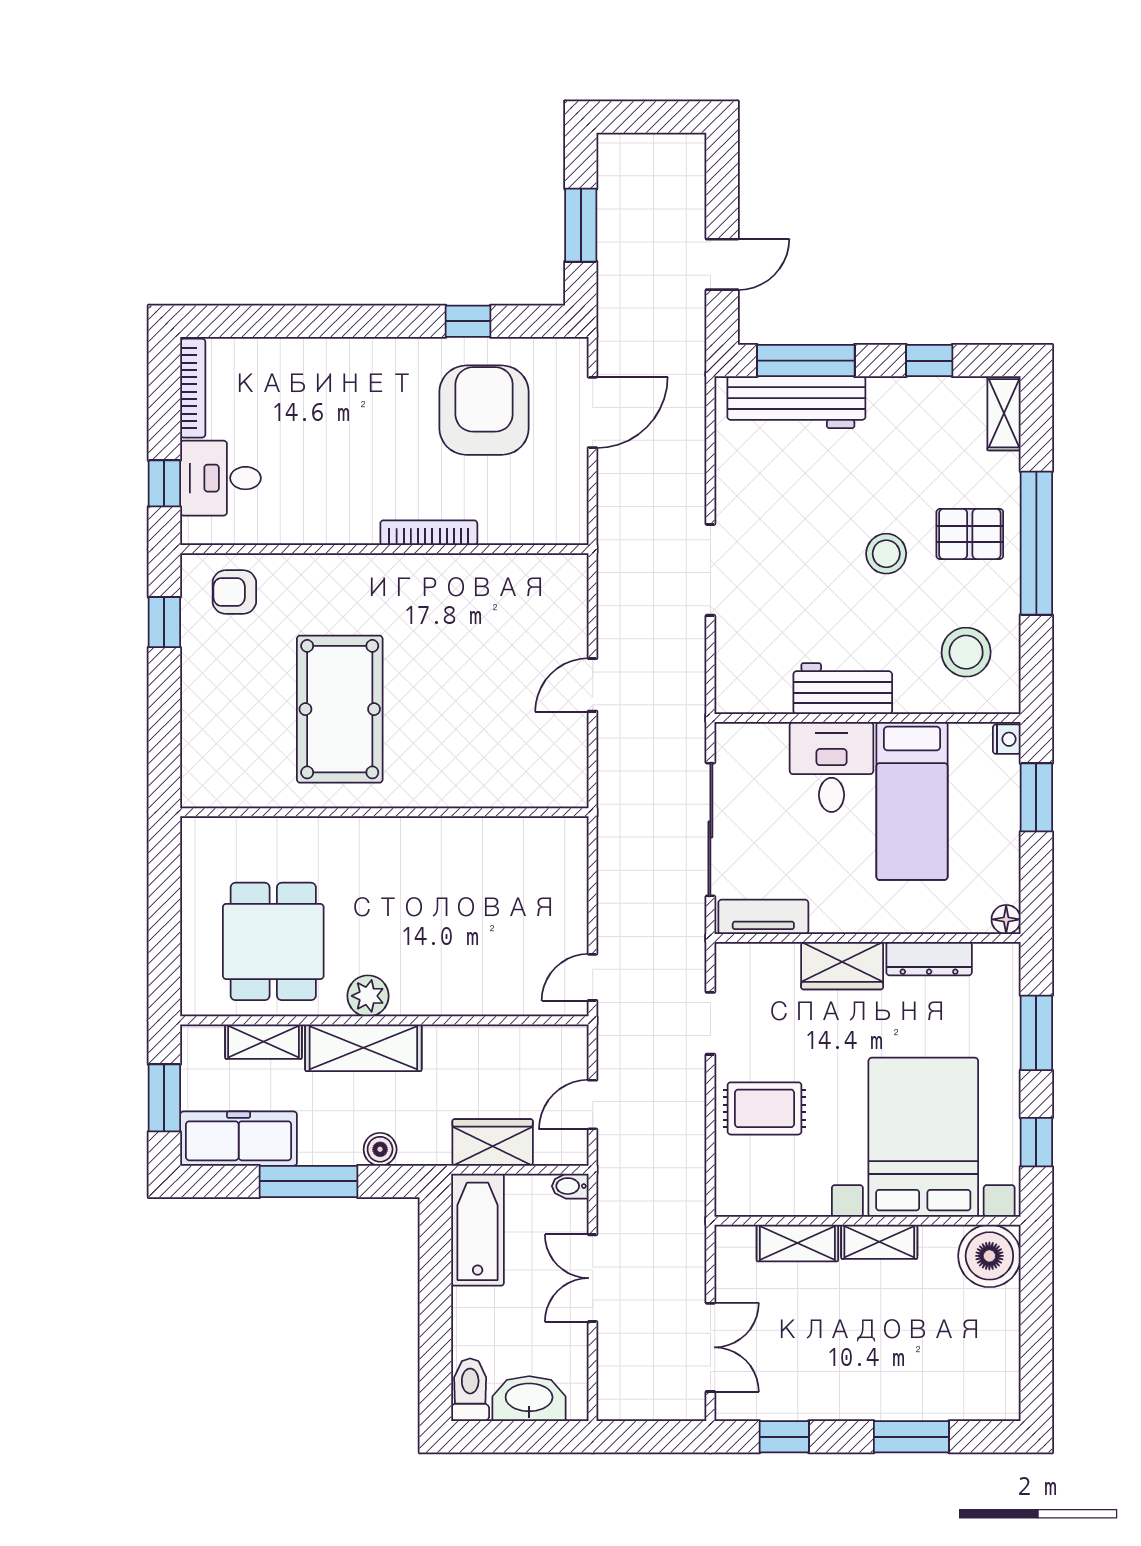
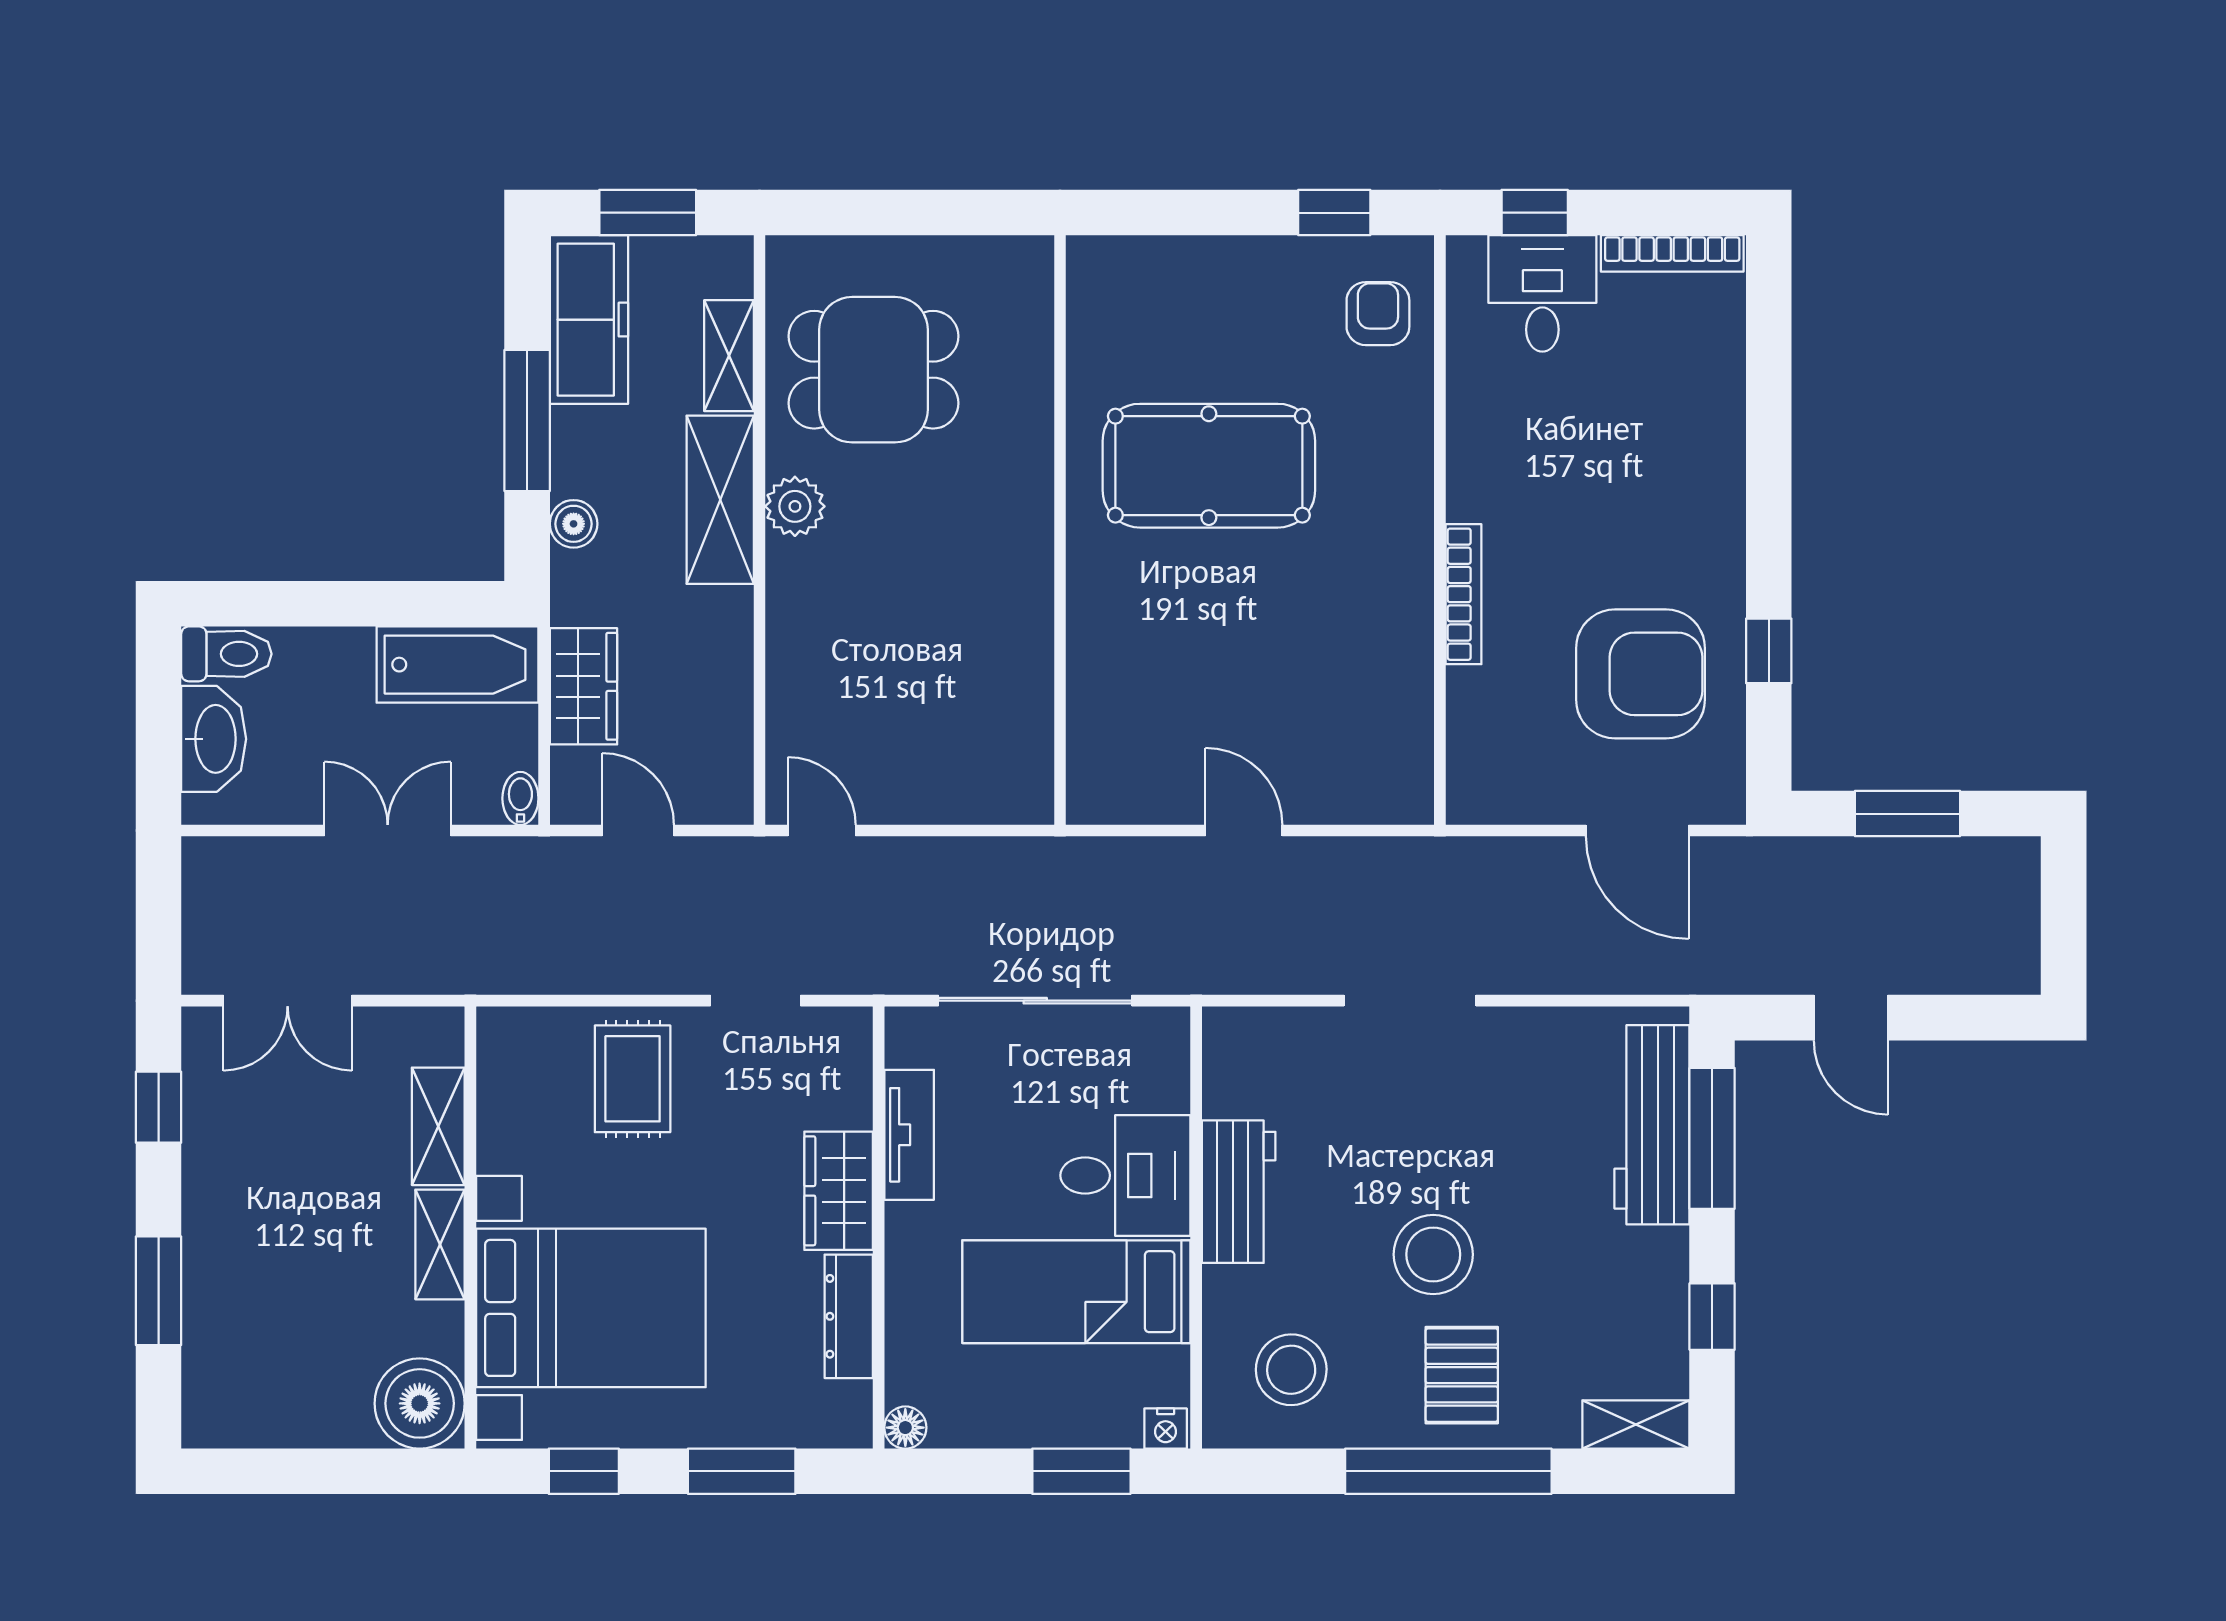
stool: (886, 554) -> (1433, 1254), width x1.38, depth x1.38
tv unit: (763, 917) -> (909, 1135), moved

